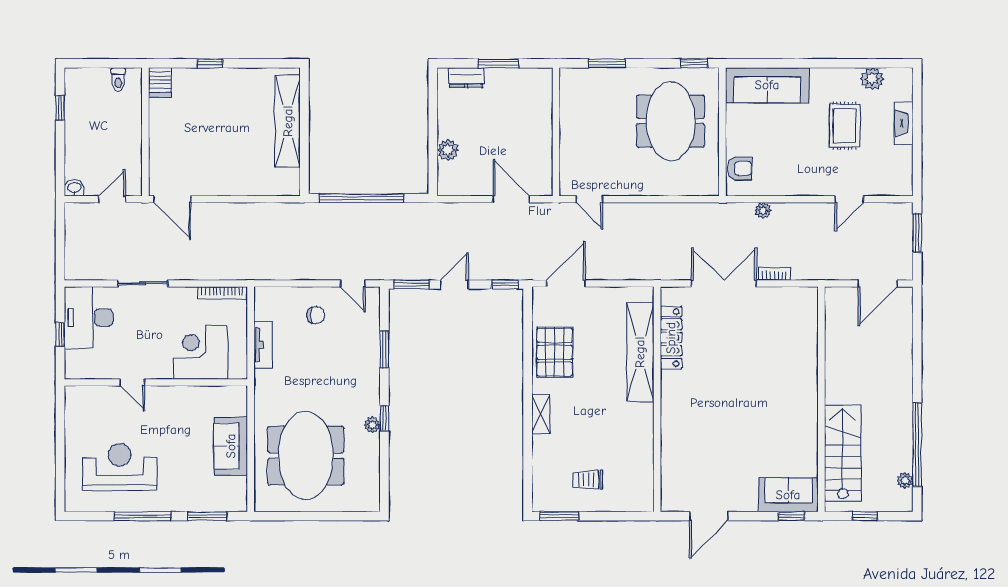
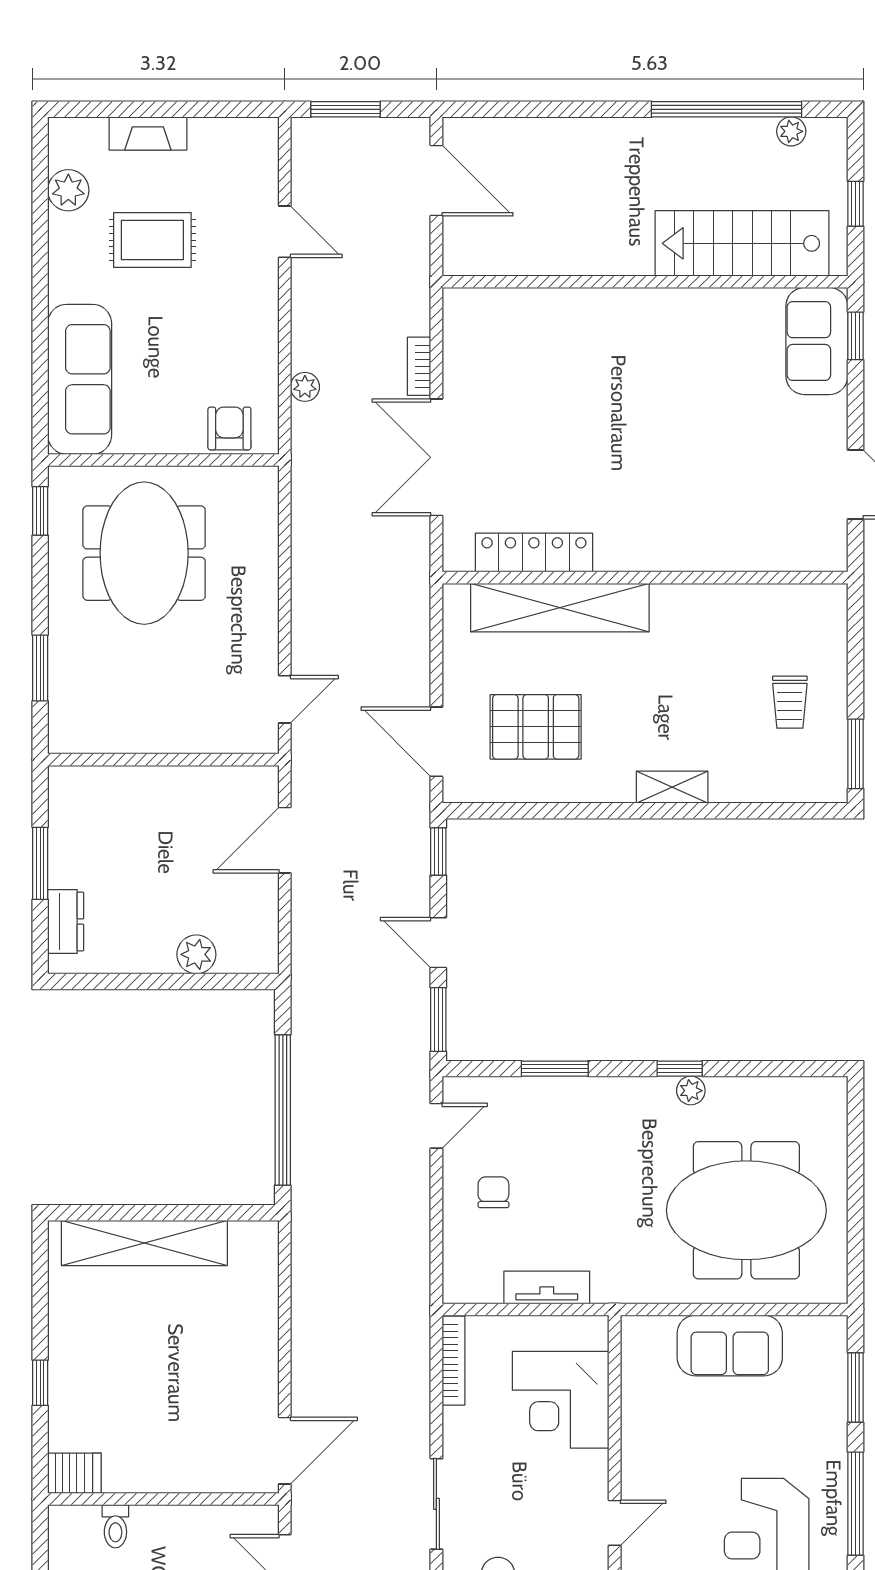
toilet: (118, 80) -> (115, 1526), moved, turned 90
meeting table: (671, 121) -> (144, 553), turned 90
pallet: (555, 352) -> (536, 727), moved

